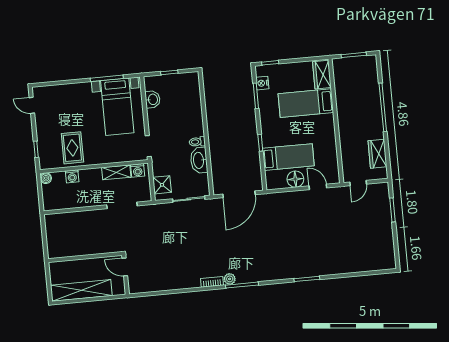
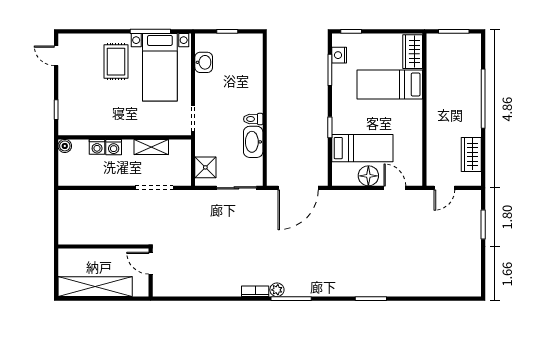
rug: (72, 148) -> (116, 62), moved
washing machine: (138, 170) -> (114, 147), moved

